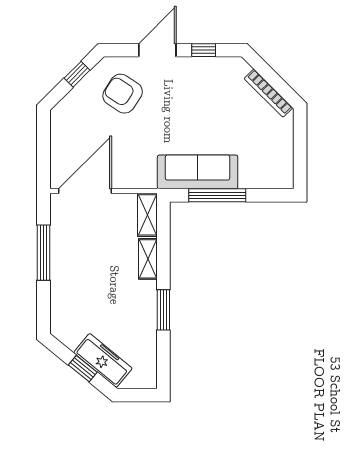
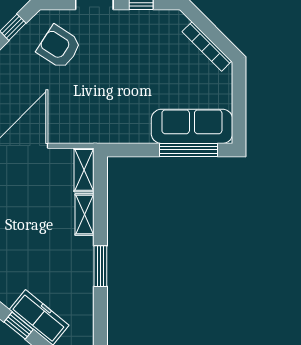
sofa: (198, 172) -> (192, 126), moved
window: (217, 195) -> (189, 150), moved

